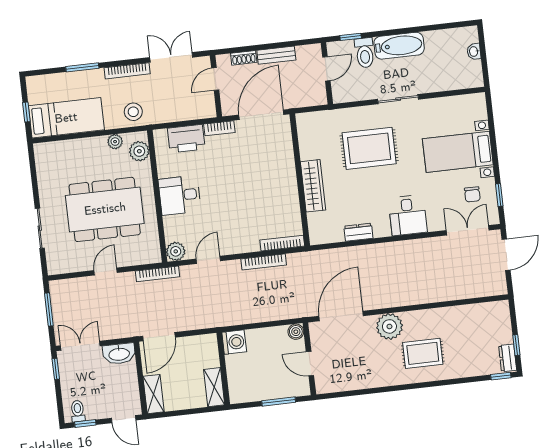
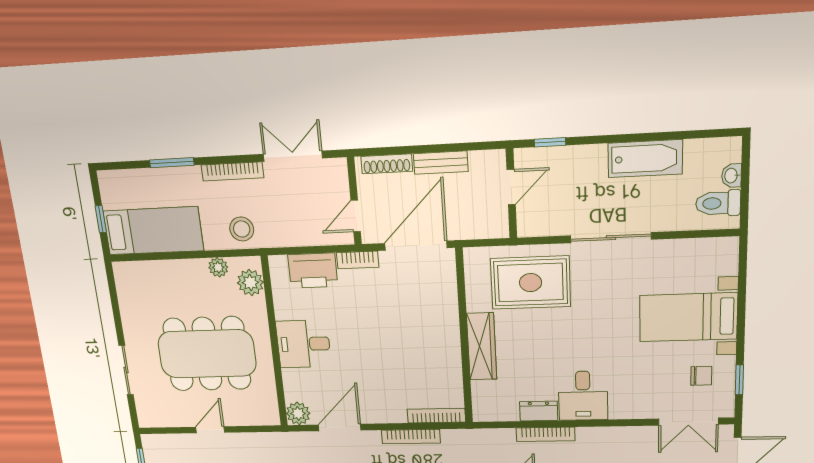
bathtub: (399, 46) -> (645, 159), moved
toilet: (365, 53) -> (718, 203), moved, turned 90
shoe rack: (244, 58) -> (387, 164), width x1.43
door: (215, 79) -> (356, 216), moved
sliding door: (398, 99) -> (611, 238), width x1.37
rug: (369, 148) -> (531, 283), moved
chair: (472, 194) -> (701, 376), turned -90
desk: (408, 215) -> (583, 396), moved
double door: (468, 230) -> (688, 422), swing flipped
door: (208, 260) -> (340, 428), width x1.38
bookcase: (157, 274) -> (546, 434), moved

